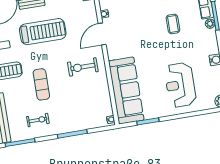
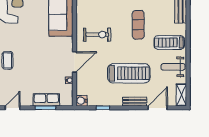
treadmill: (43, 32) -> (129, 73), turned 180

